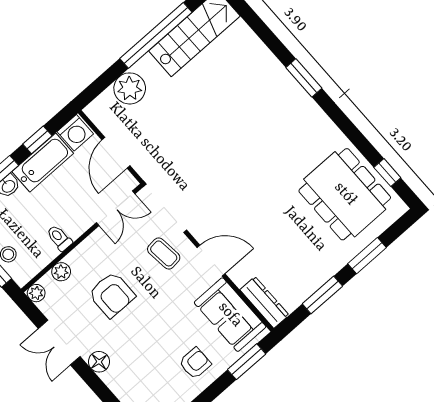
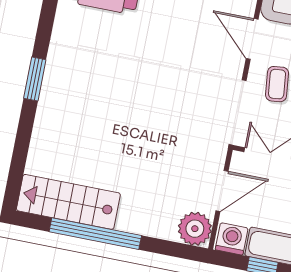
plant: (130, 88) -> (195, 229), moved

